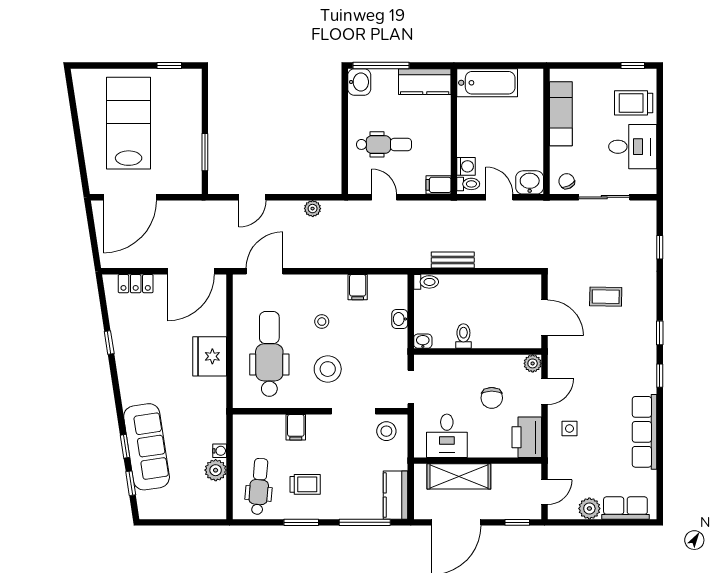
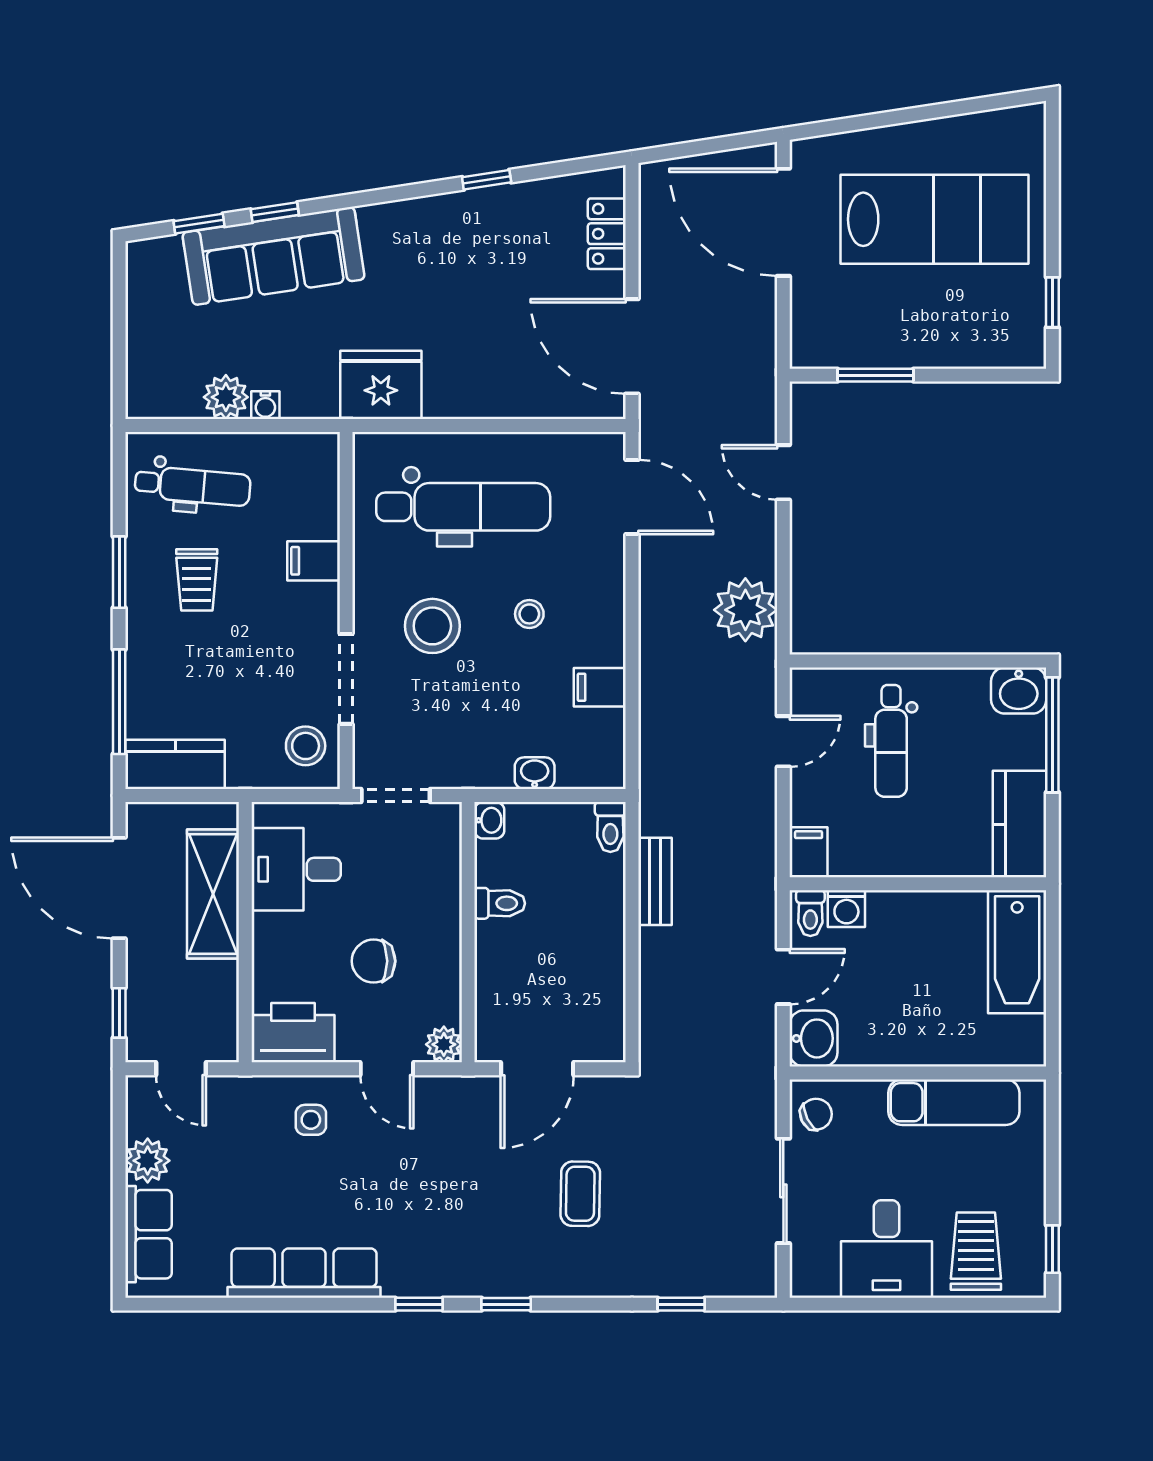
plant: (313, 209) -> (745, 610), width x1.88, depth x1.88
fridge: (210, 356) -> (381, 385), moved

